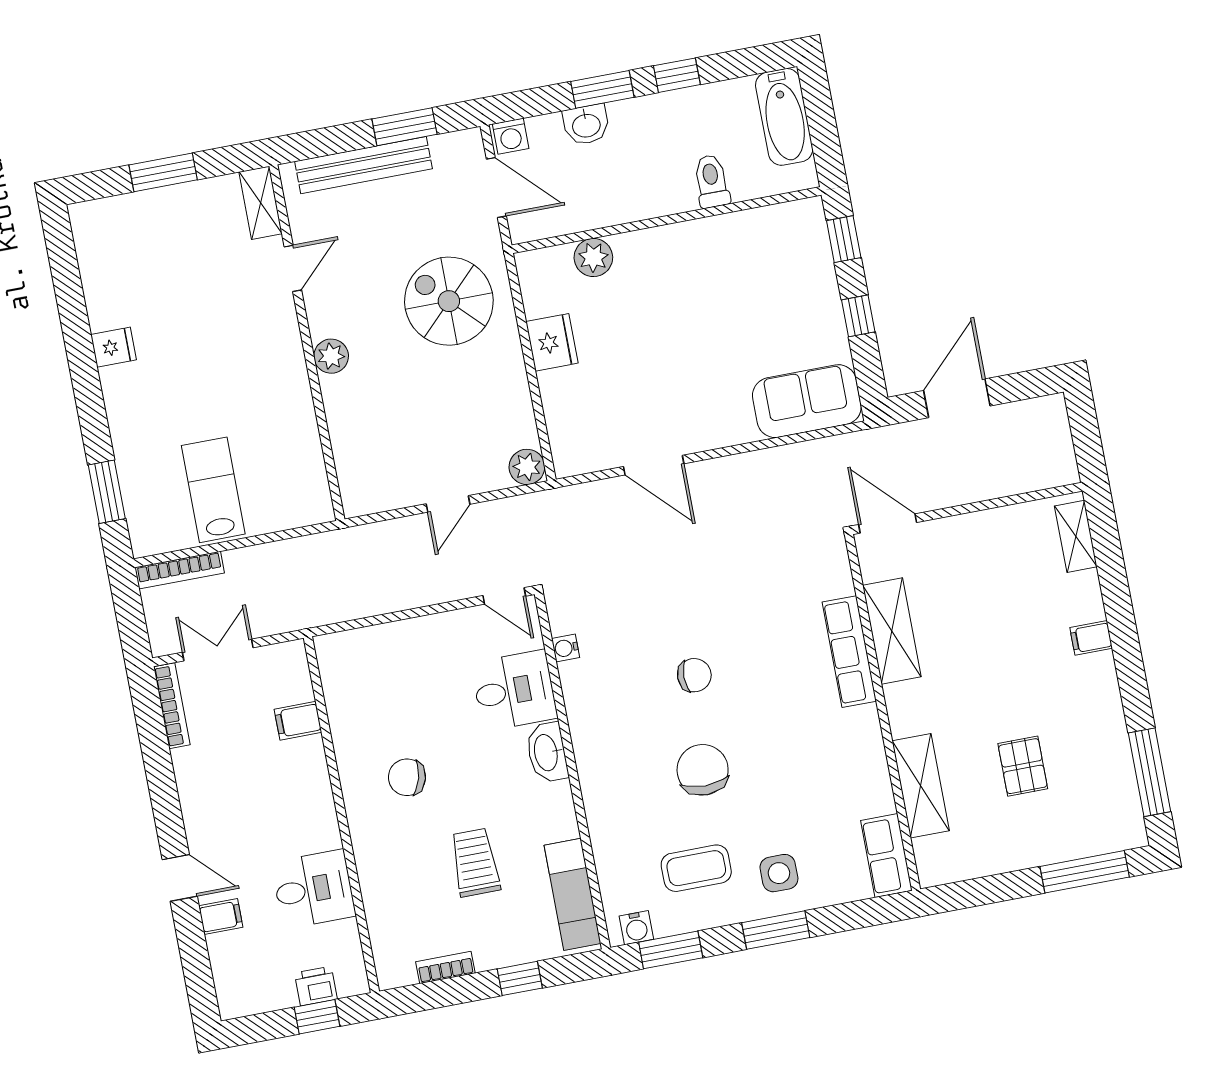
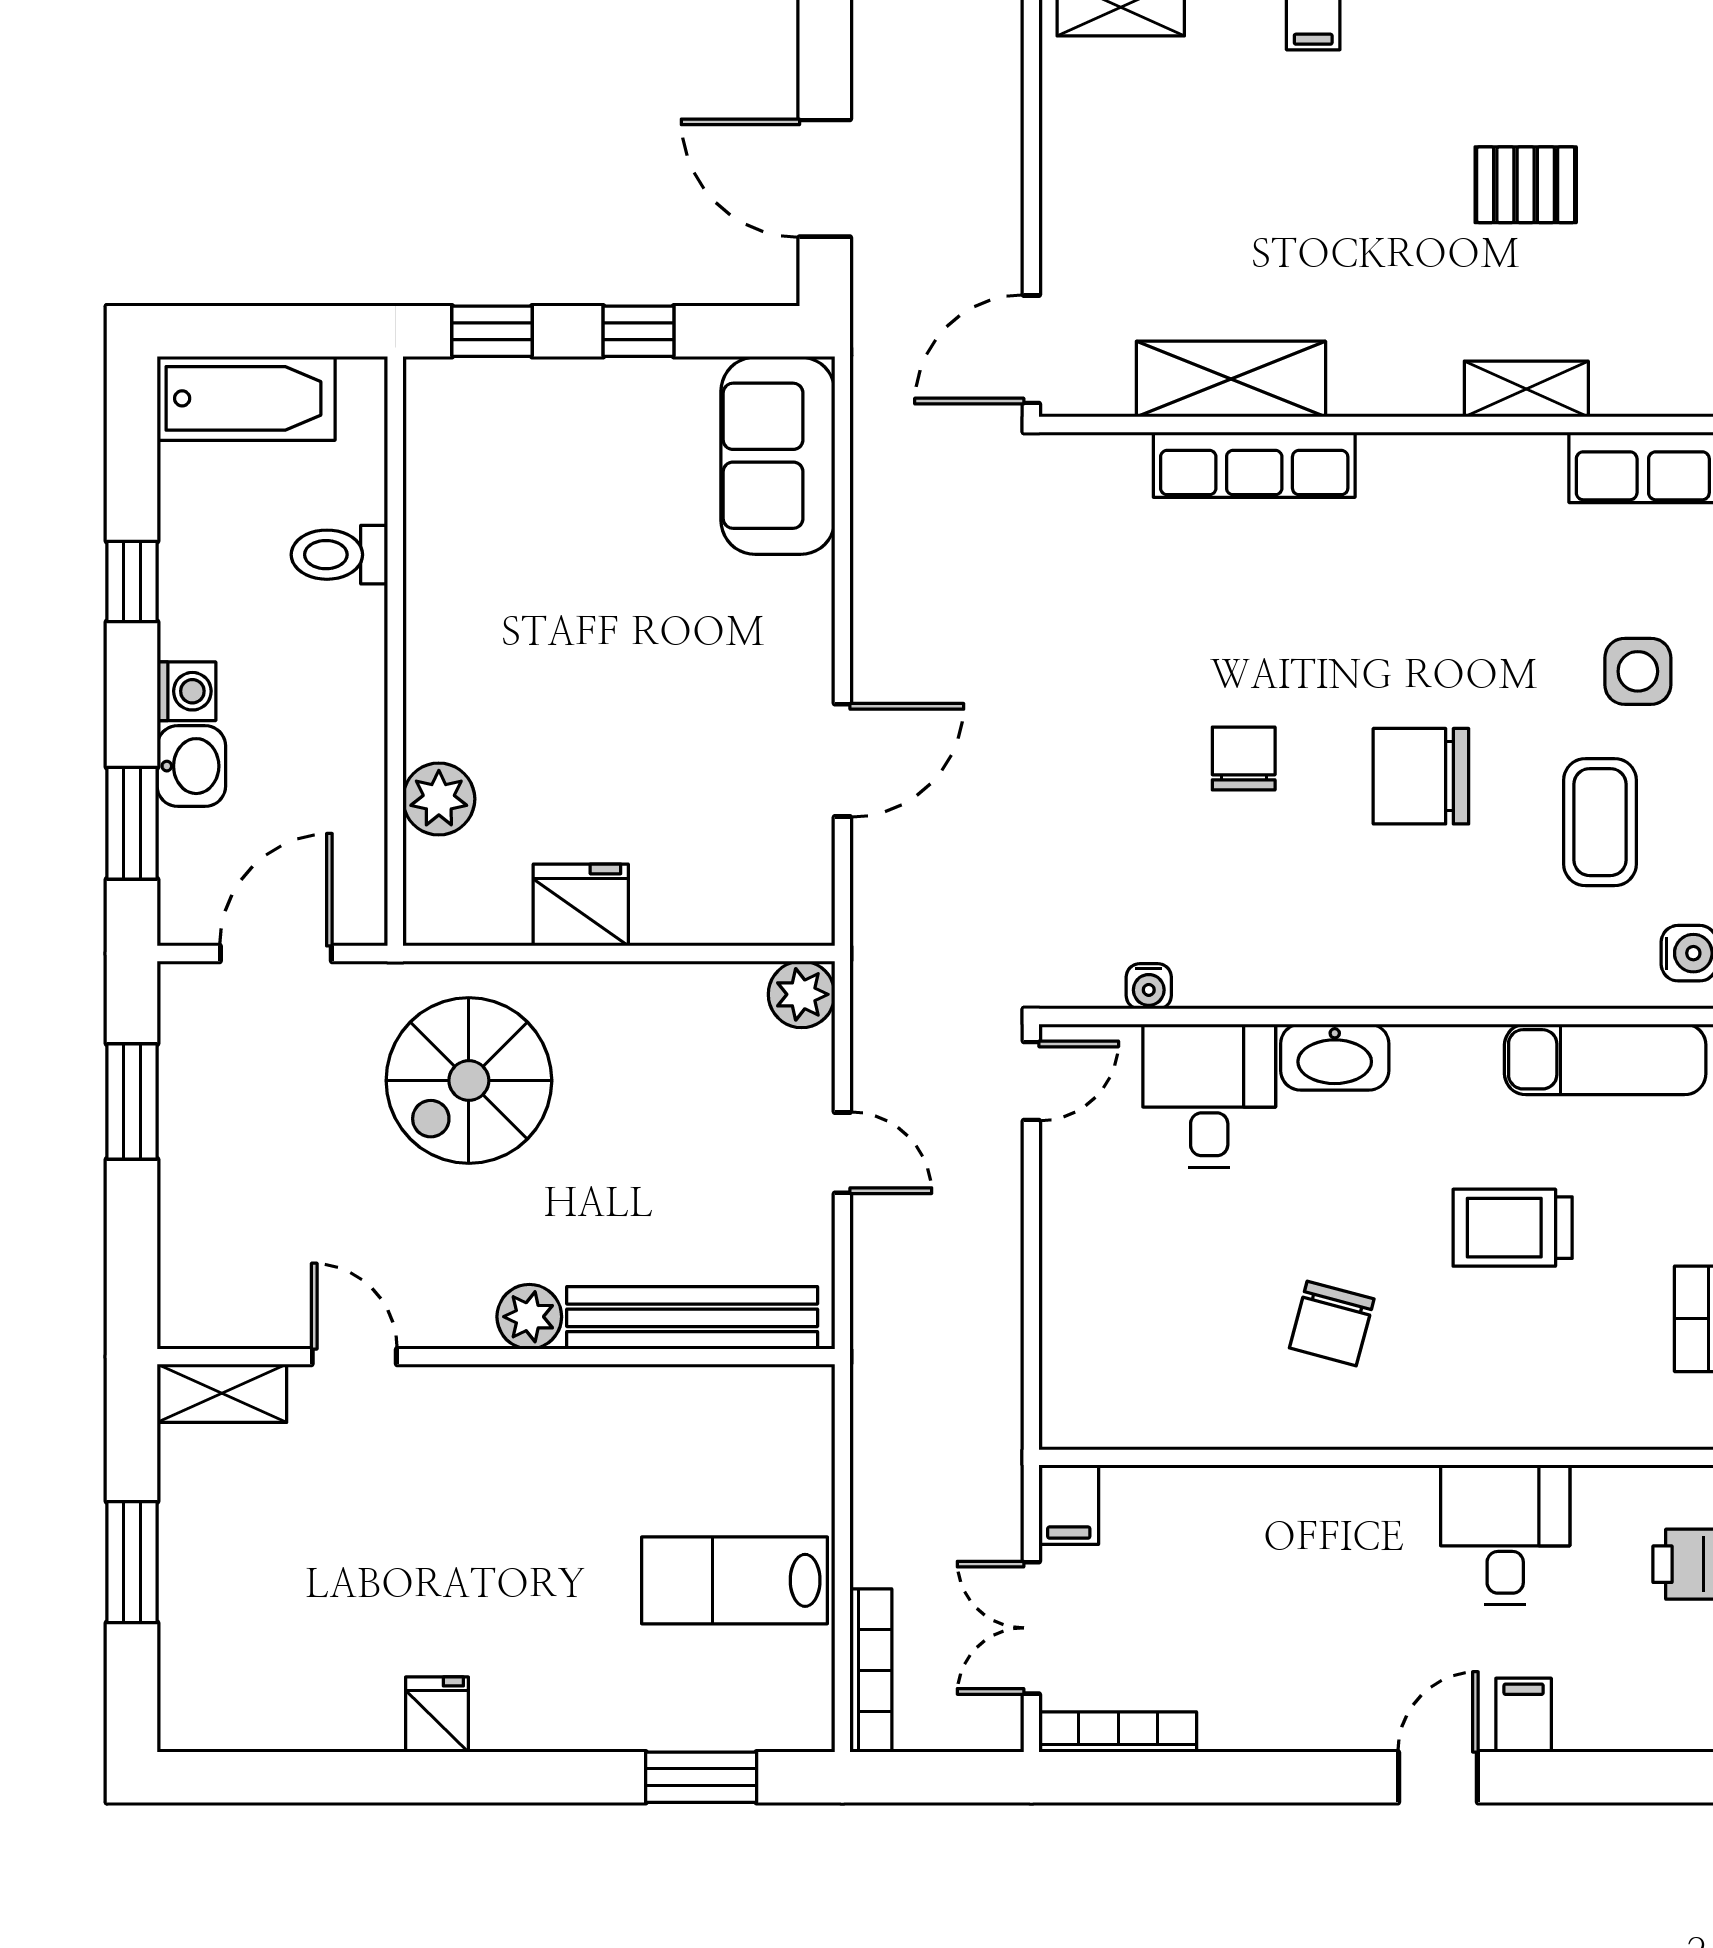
window: (602, 89) -> (132, 823), moved
washing machine: (511, 136) -> (187, 691), moved
bench: (364, 165) -> (692, 1318), moved, turned 90
filing cabinet: (298, 721) -> (1069, 1505), moved
shelving: (921, 786) -> (1526, 389), width x0.67, depth x0.75

